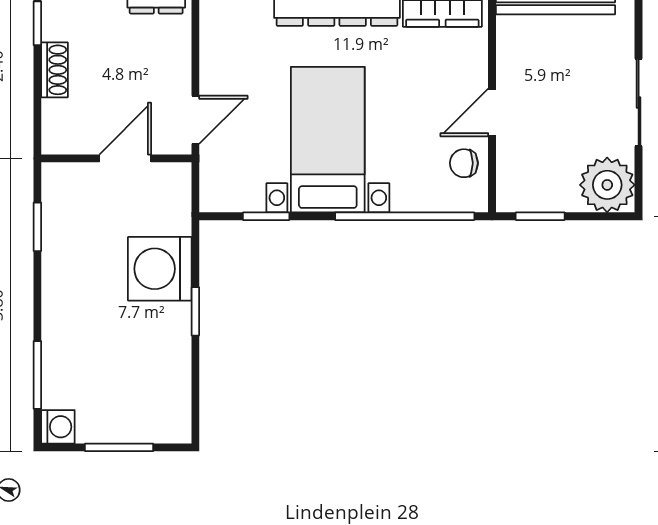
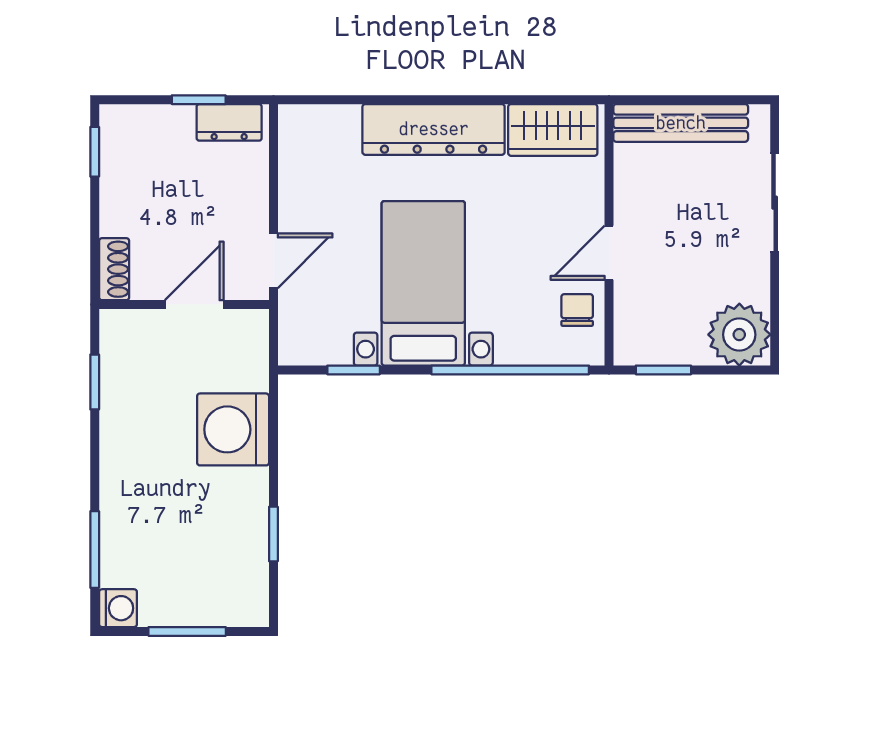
shoe rack: (55, 70) -> (114, 269), moved
sliding door: (639, 103) -> (775, 203), moved
chair: (464, 163) -> (577, 310), turned 90
window: (195, 311) -> (273, 534), moved

